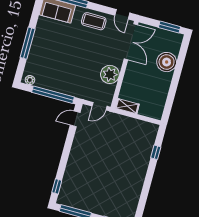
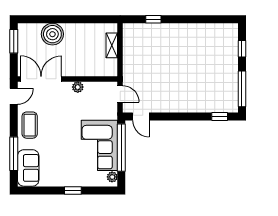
window: (28, 43) -> (73, 190), width x0.46
plant: (110, 74) -> (78, 87), width x0.53, depth x0.53
corner sofa: (60, 76) -> (99, 145), added
shelving: (127, 106) -> (112, 45), moved

